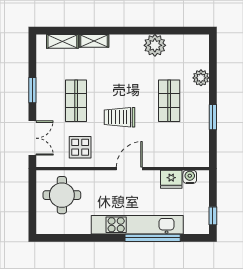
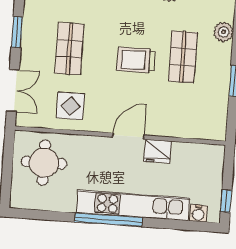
trolley: (120, 117) -> (136, 60), moved
water cooler: (190, 177) -> (198, 213), moved, turned 180
fridge: (171, 179) -> (158, 151), moved
window: (153, 238) -> (108, 220), moved

